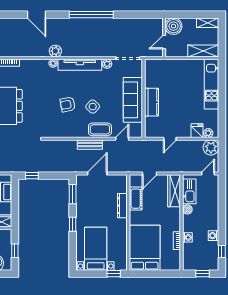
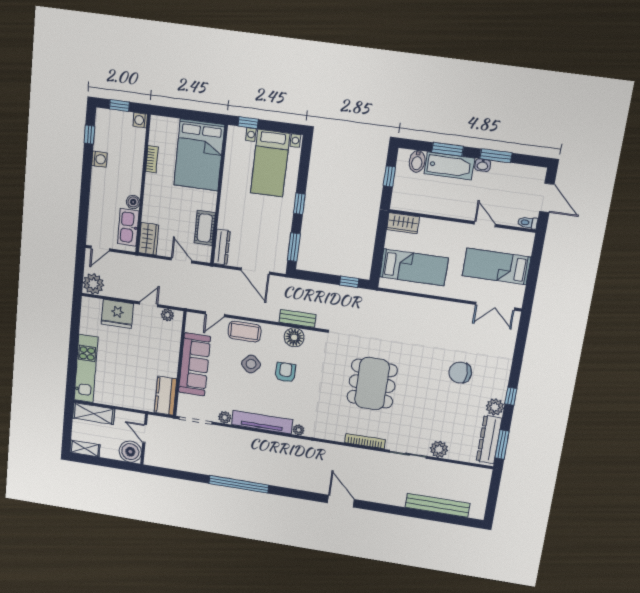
door: (36, 15) -> (341, 501), moved
door: (164, 42) -> (145, 434), swing flipped
plant: (55, 51) -> (293, 445), removed
kitchen counter: (151, 102) -> (165, 396), moved
armchair: (68, 104) -> (285, 372), turned -79
floor lamp: (65, 131) -> (294, 337), added
fridge: (197, 131) -> (117, 314), width x1.88, depth x1.34
plant: (208, 133) -> (167, 315), moved
bench: (90, 145) -> (298, 318), moved
door: (97, 174) -> (255, 271), hinge flipped
door: (150, 174) -> (182, 260), hinge flipped
wardrobe: (174, 191) -> (149, 239), width x0.67
dresser: (122, 206) -> (222, 247), moved
washing machine: (187, 237) -> (140, 120), moved

